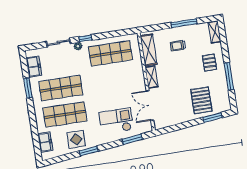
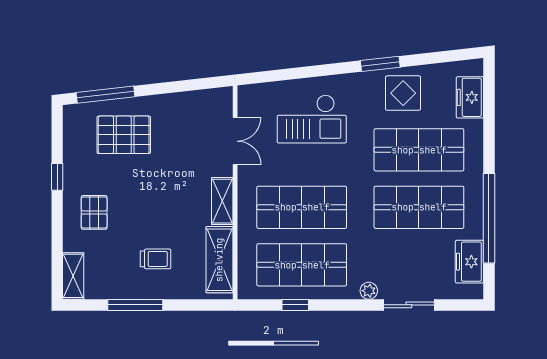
window: (85, 38) -> (295, 305), moved
window: (229, 76) -> (57, 177), width x0.46
shop shelf: (115, 80) -> (302, 207), added
window: (28, 88) -> (489, 218), width x2.11
pallet: (201, 100) -> (124, 135), turned 90
double door: (150, 105) -> (235, 141), width x0.73
window: (213, 117) -> (105, 95), width x1.44
window: (132, 139) -> (284, 75), removed

